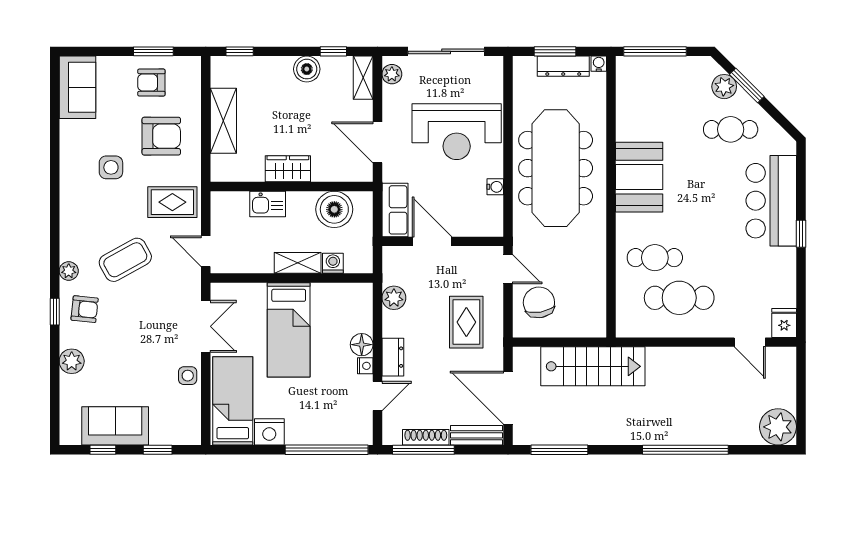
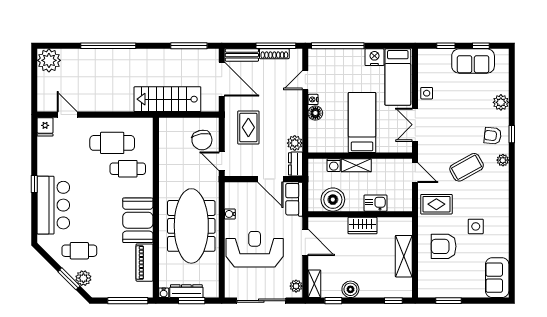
armchair: (151, 83) -> (450, 281), removed
piano: (629, 111) -> (145, 263), added
dresser: (393, 357) -> (295, 164), moved

